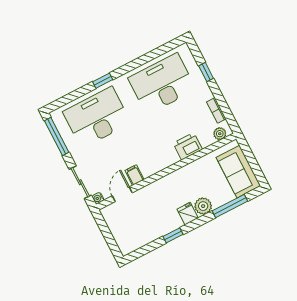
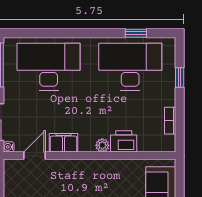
window: (103, 81) -> (136, 33), moved
plant: (220, 134) -> (102, 145), moved
filing cabinet: (134, 175) -> (64, 143), width x2.00

